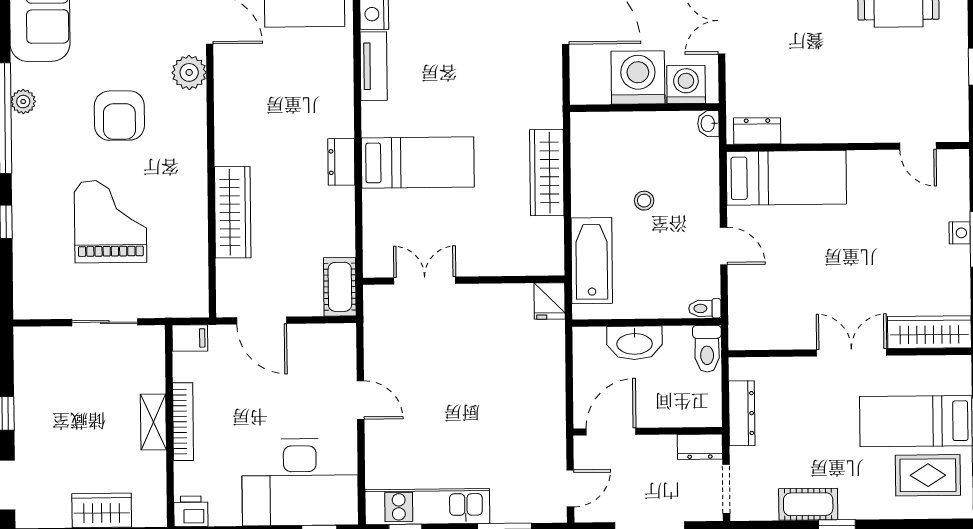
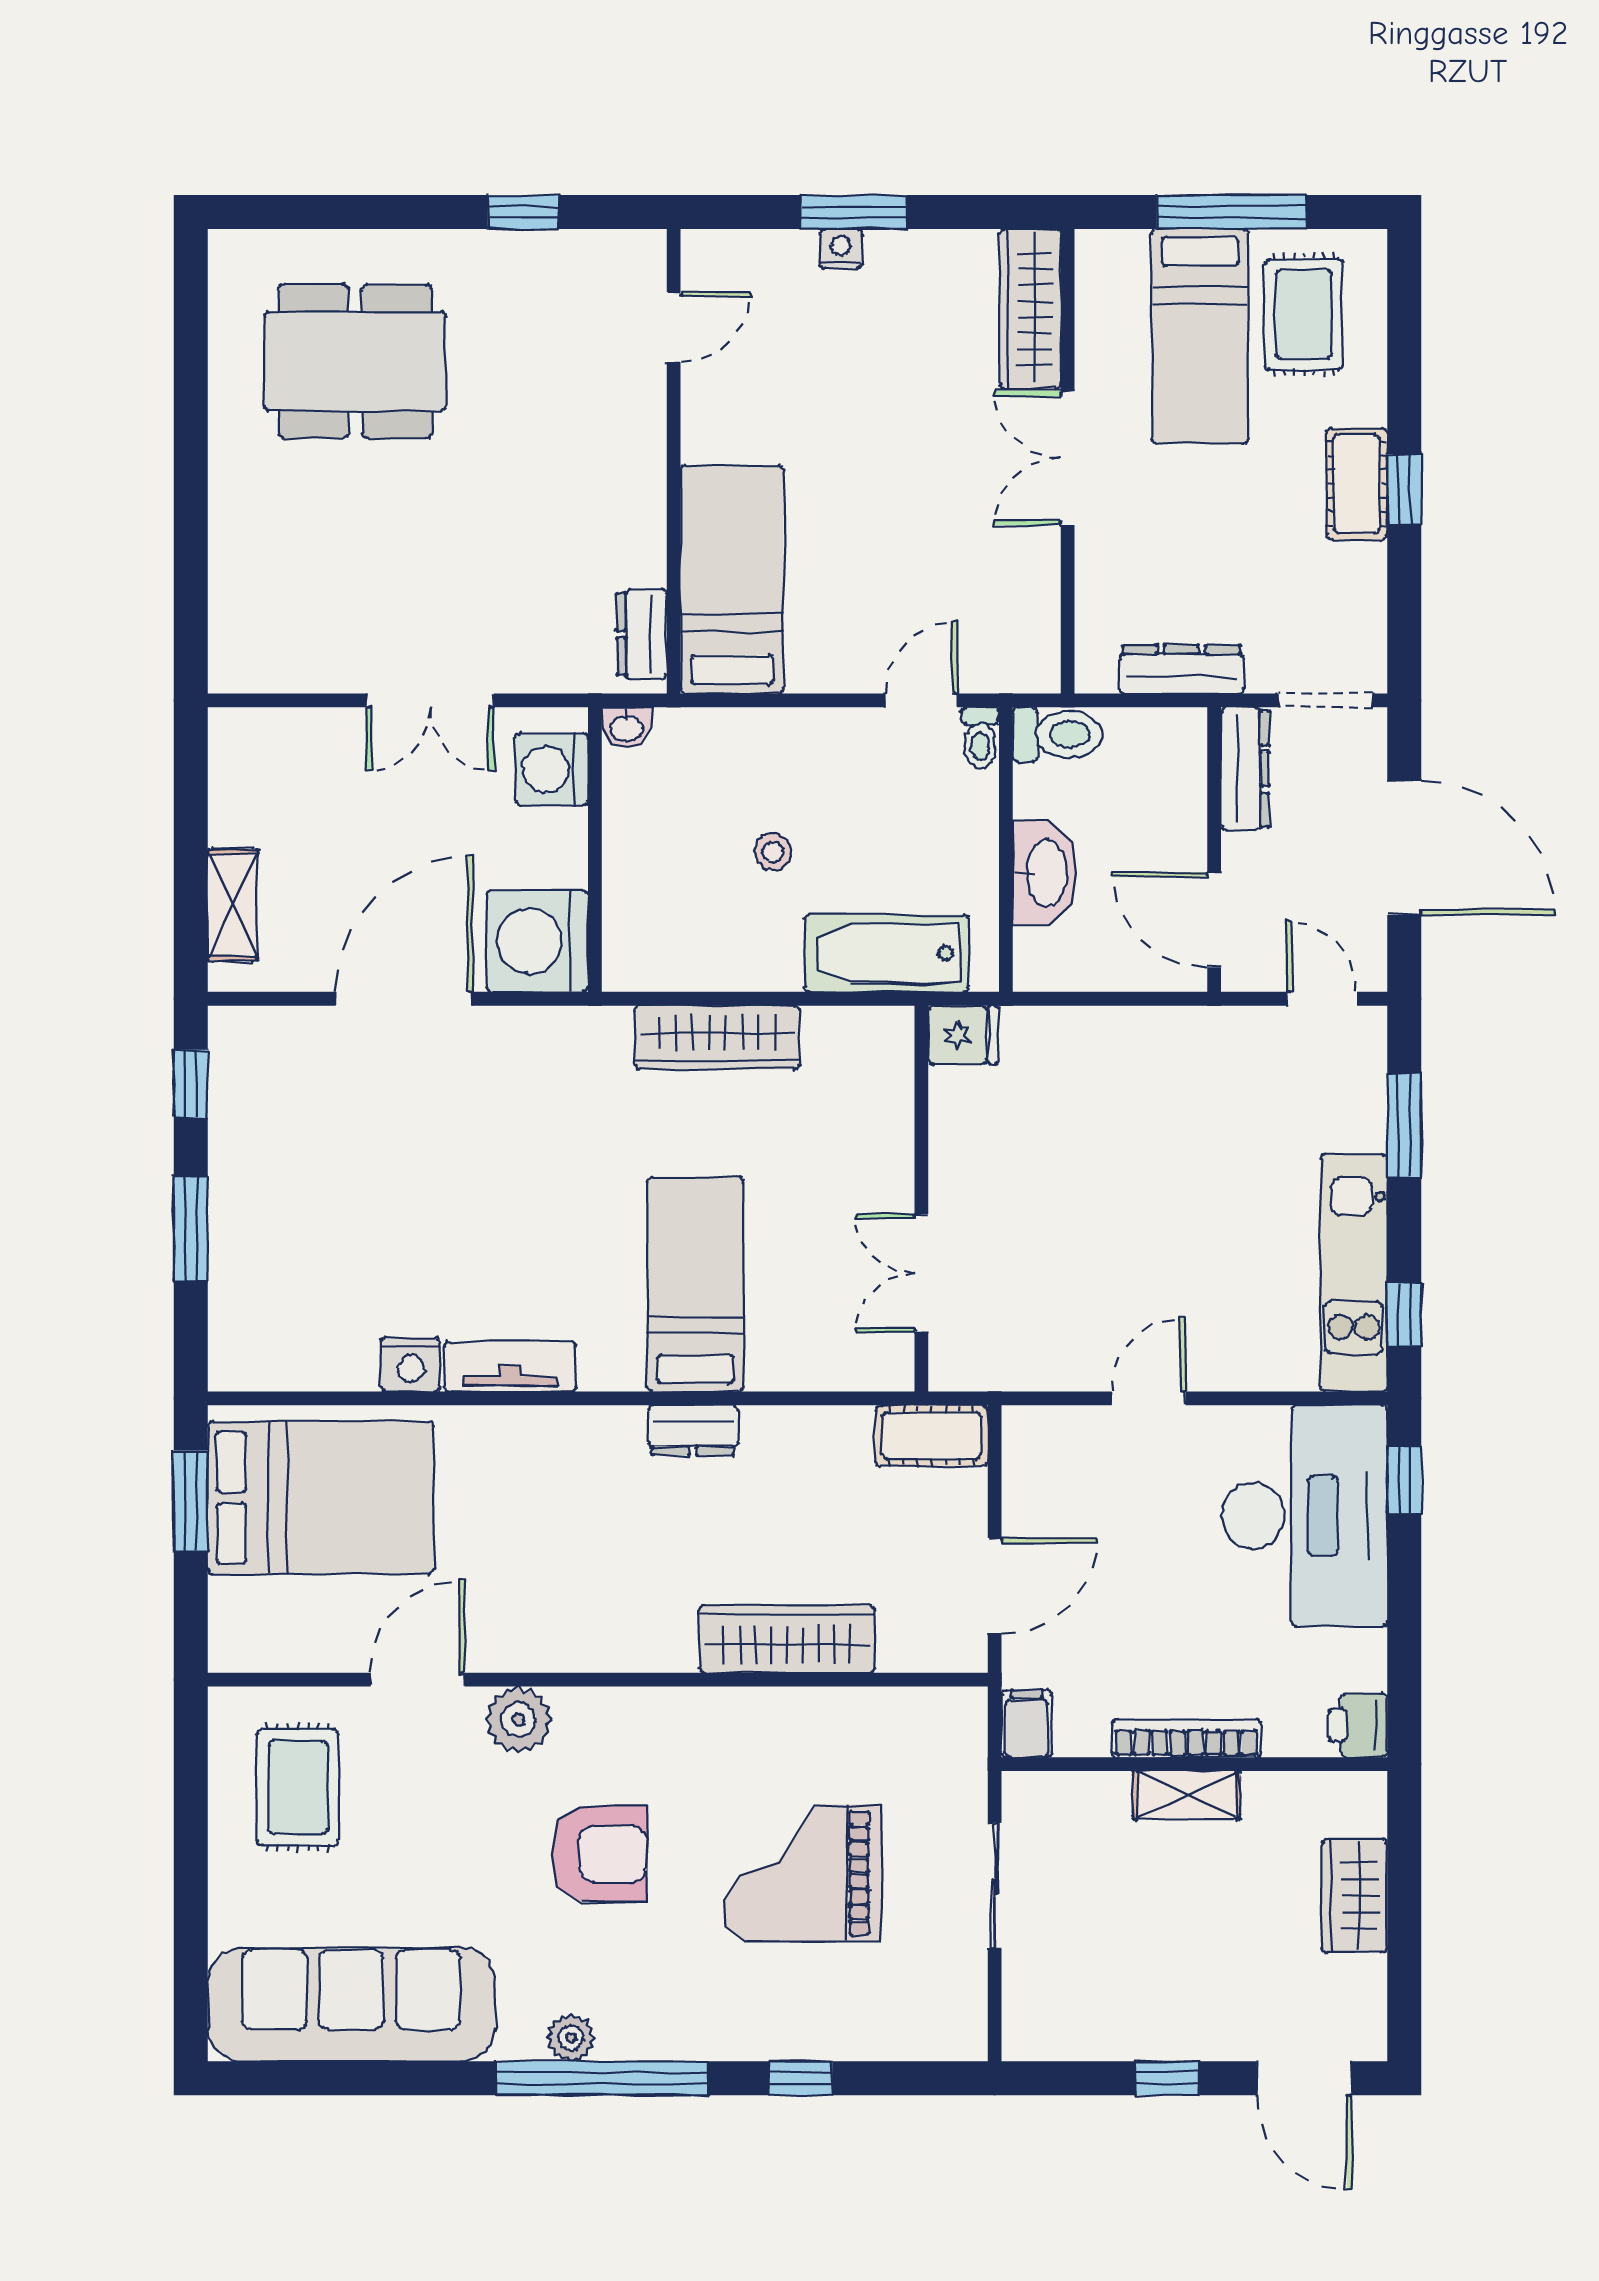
washing machine: (638, 78) -> (537, 941), moved
door: (724, 246) -> (921, 700), moved
dresser: (700, 447) -> (1245, 769), width x1.44
cot: (808, 504) -> (1357, 484), moved

